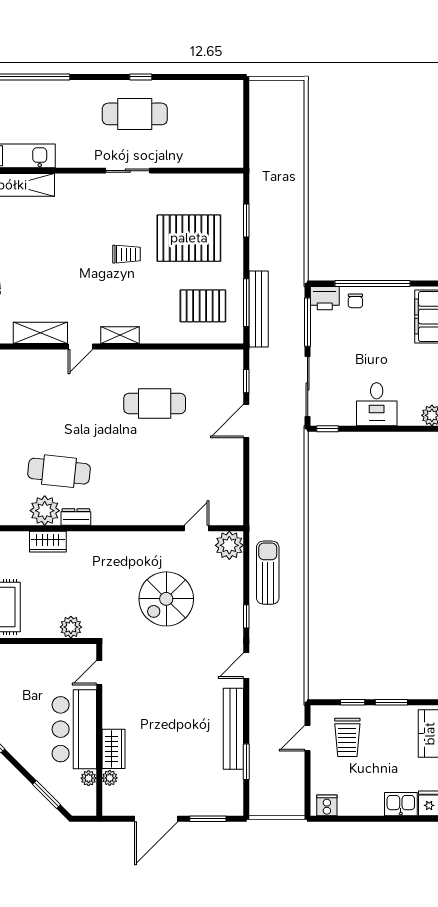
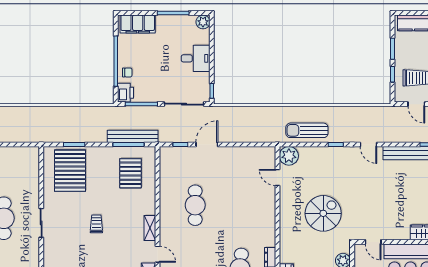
pallet: (189, 238) -> (70, 171), moved
door: (246, 421) -> (207, 145), swing flipped
spiral stairs: (166, 599) -> (323, 213), moved, turned -90

